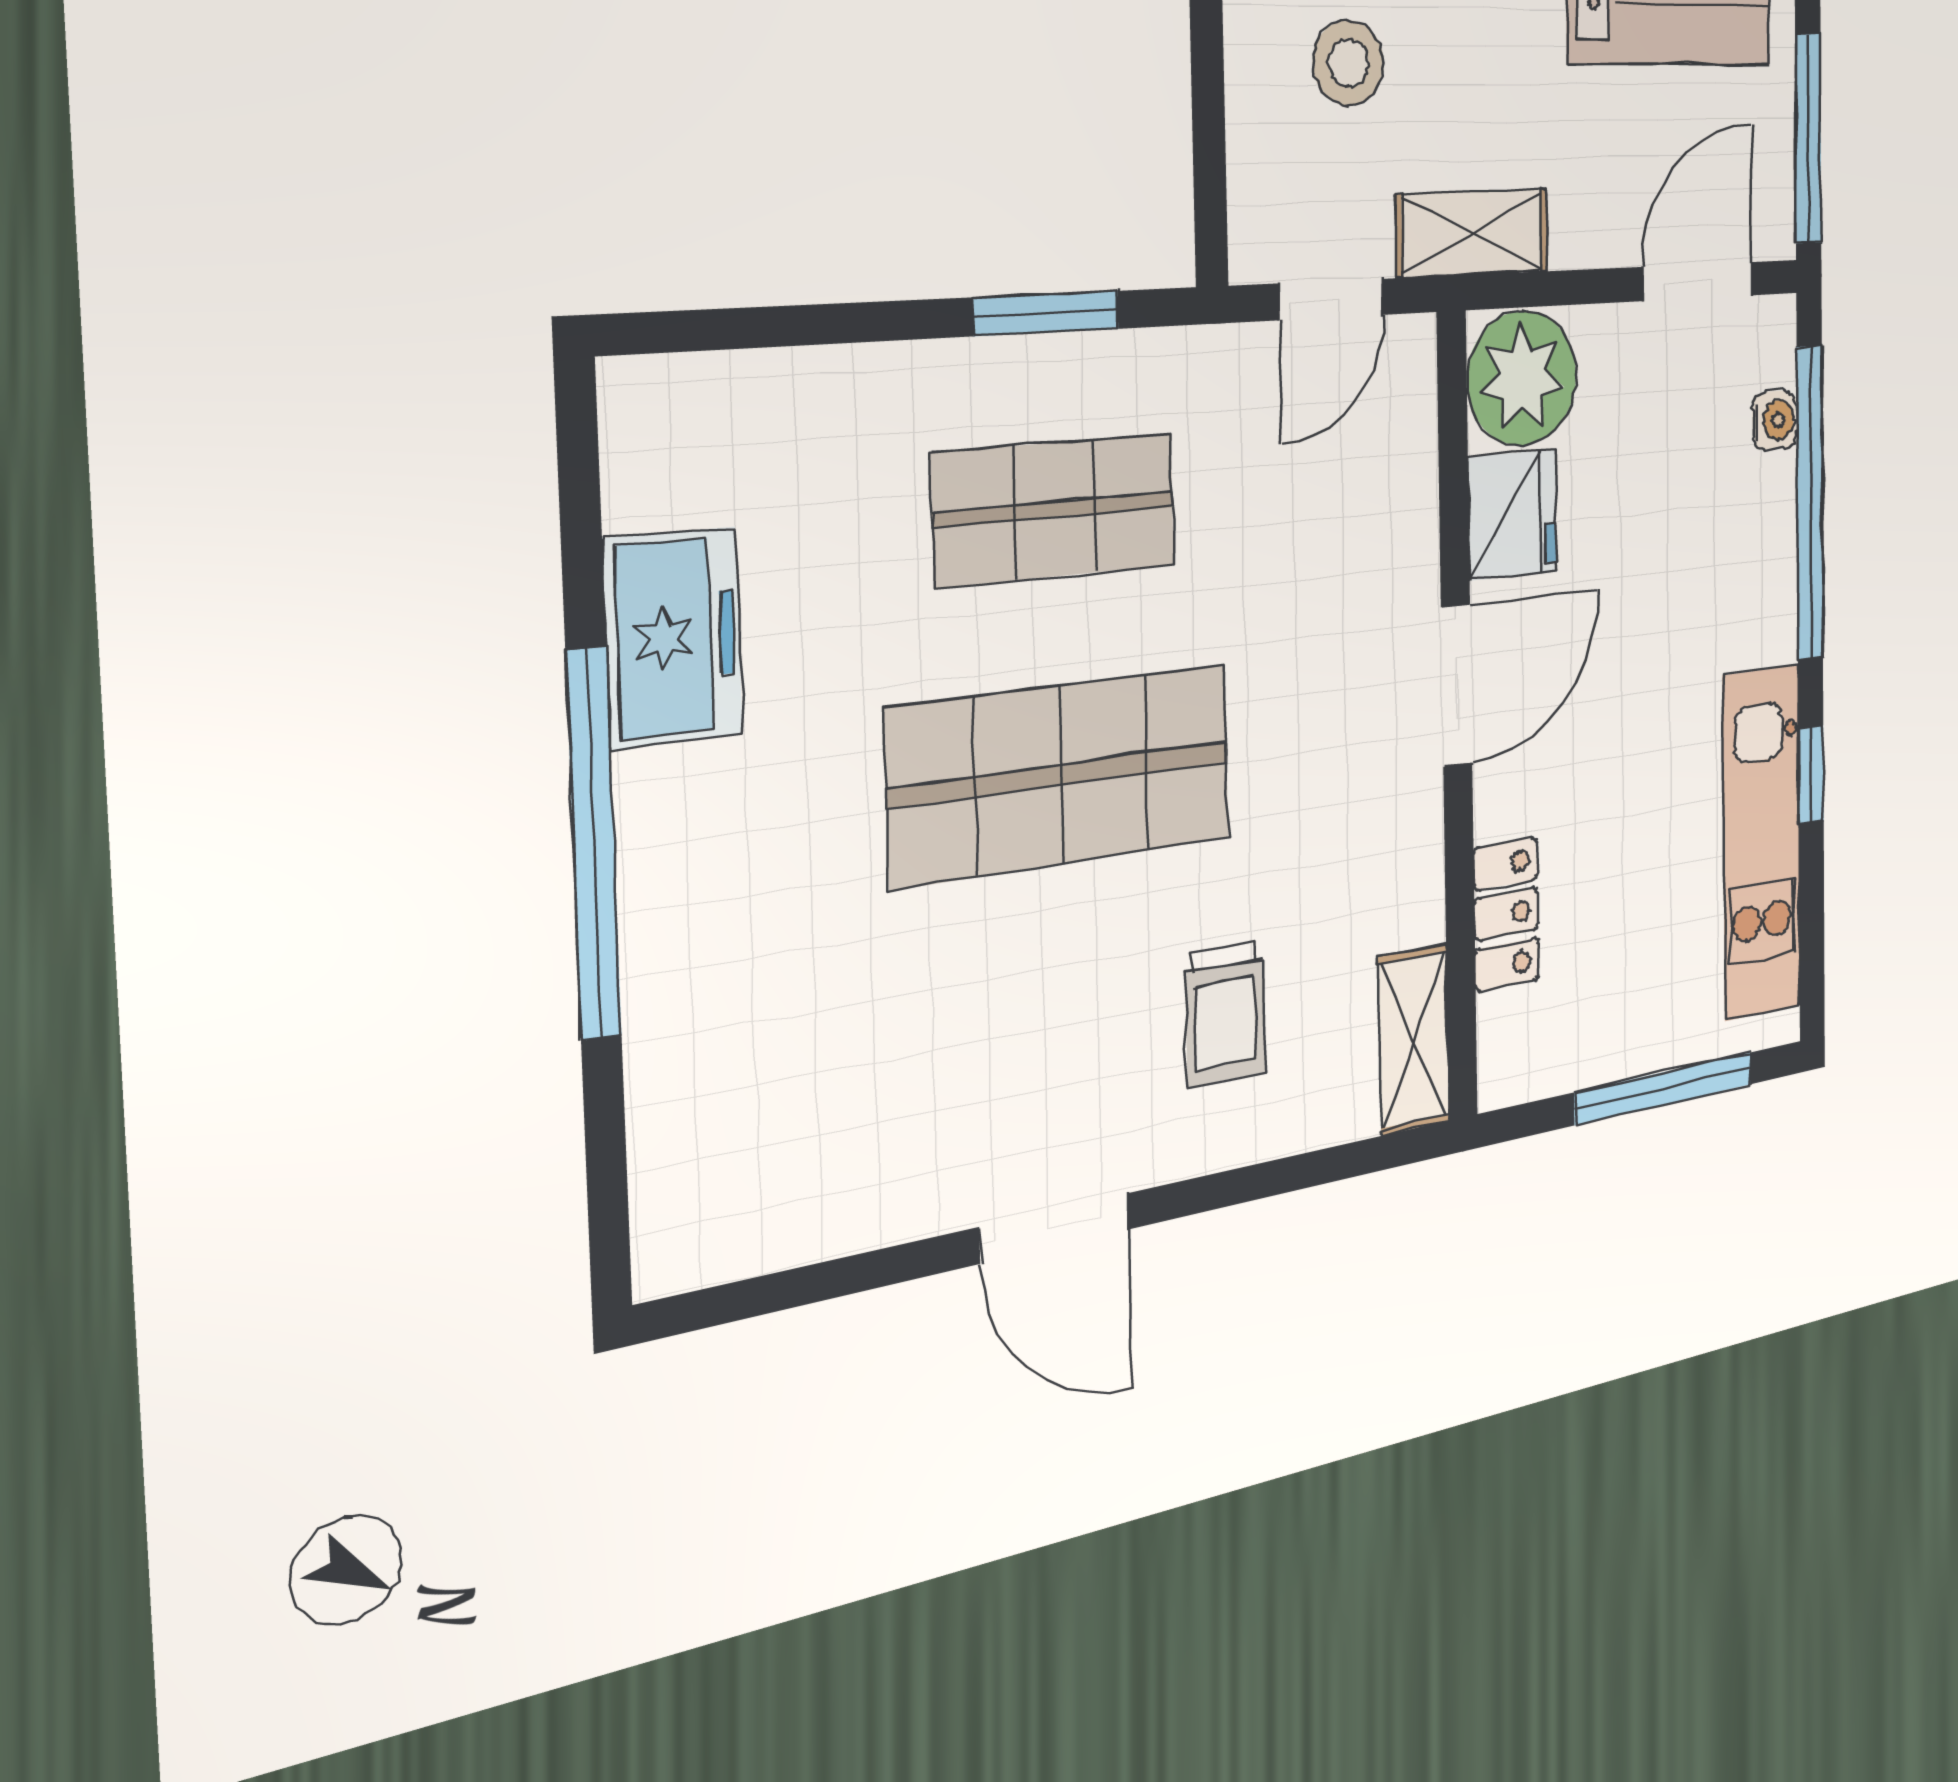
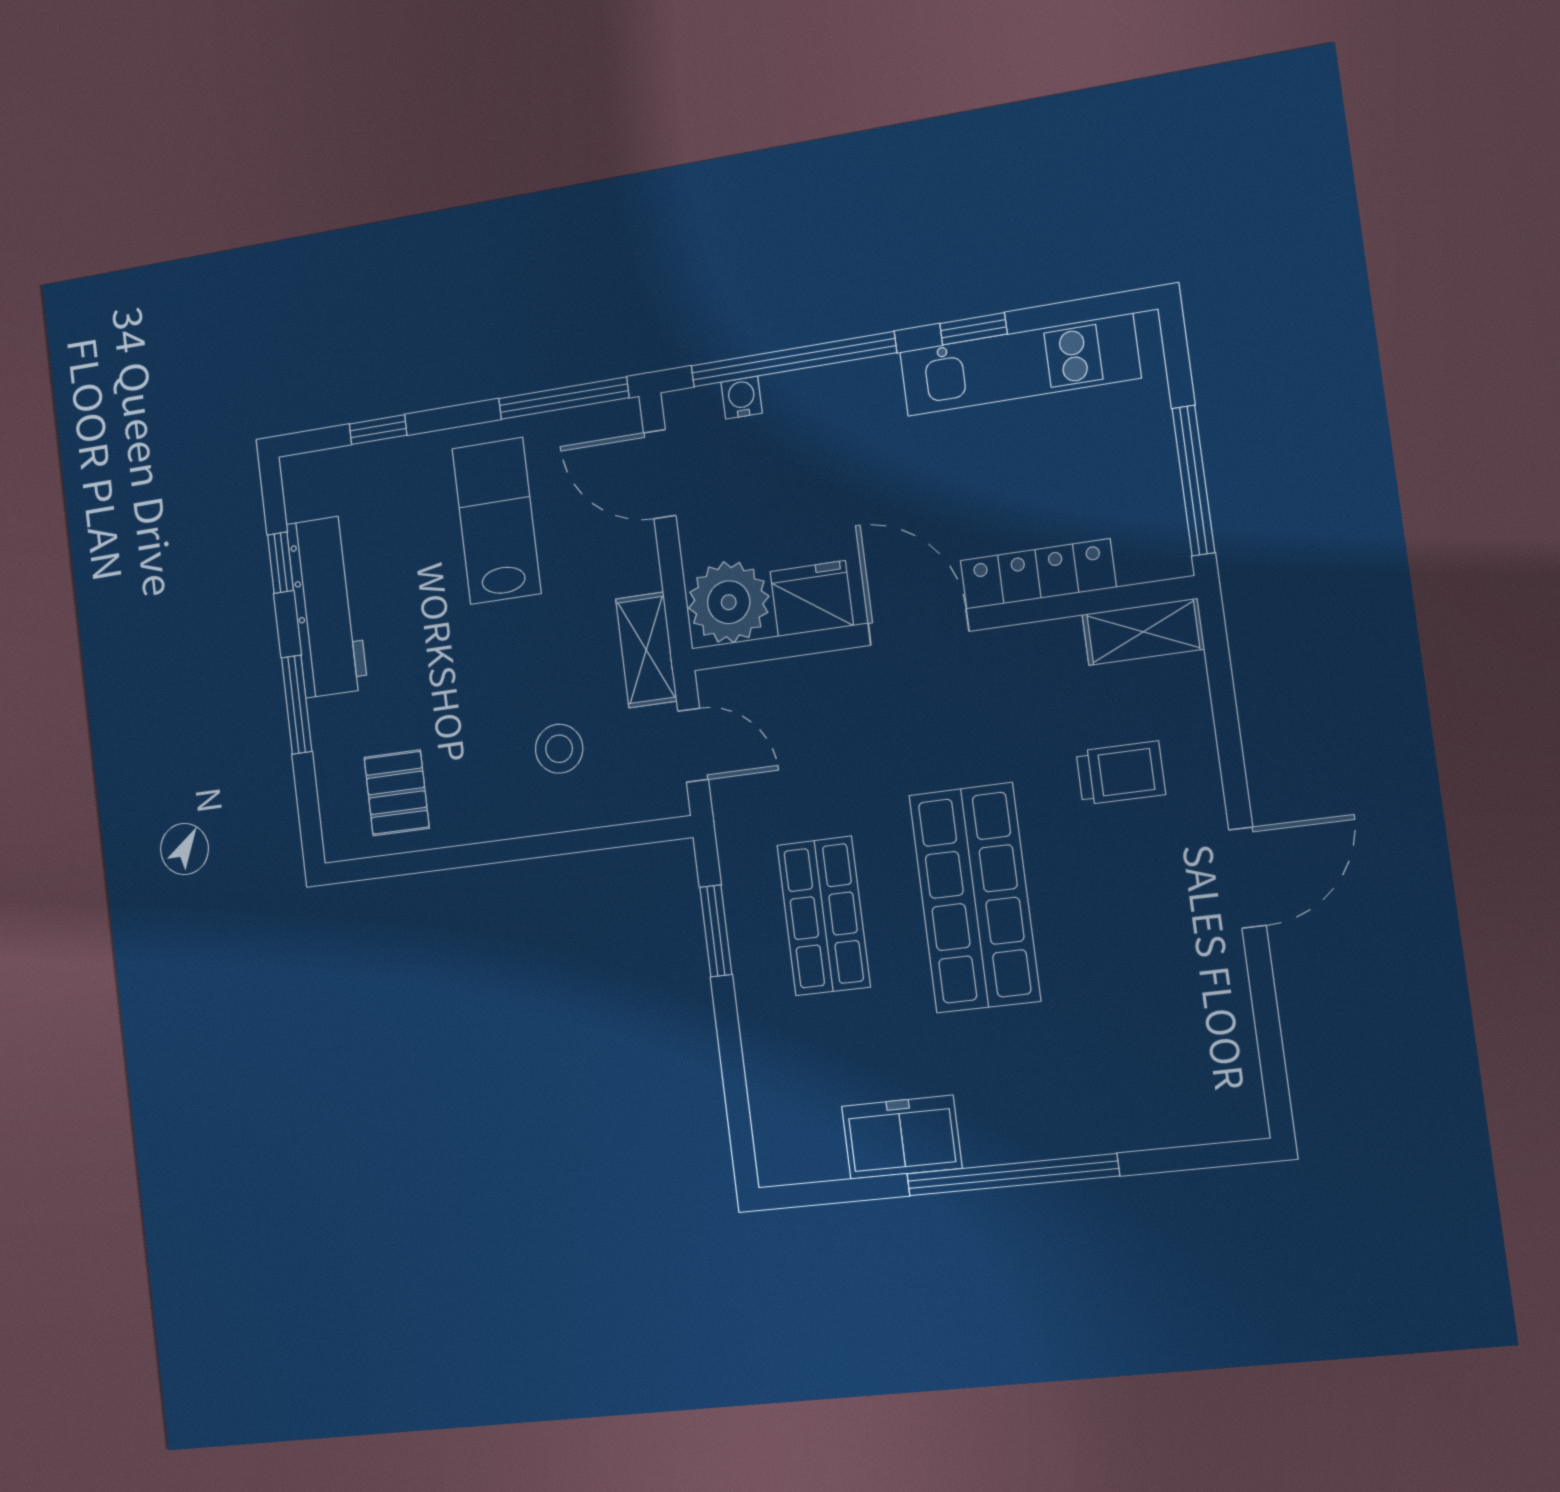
locker: (1506, 914) -> (1038, 574), width x1.53
window: (1664, 1088) -> (1193, 480), moved

